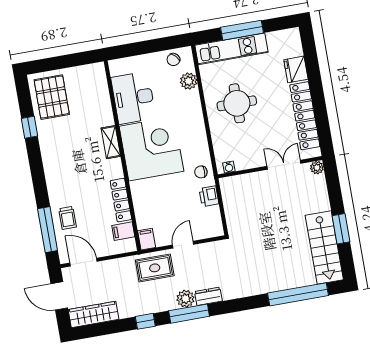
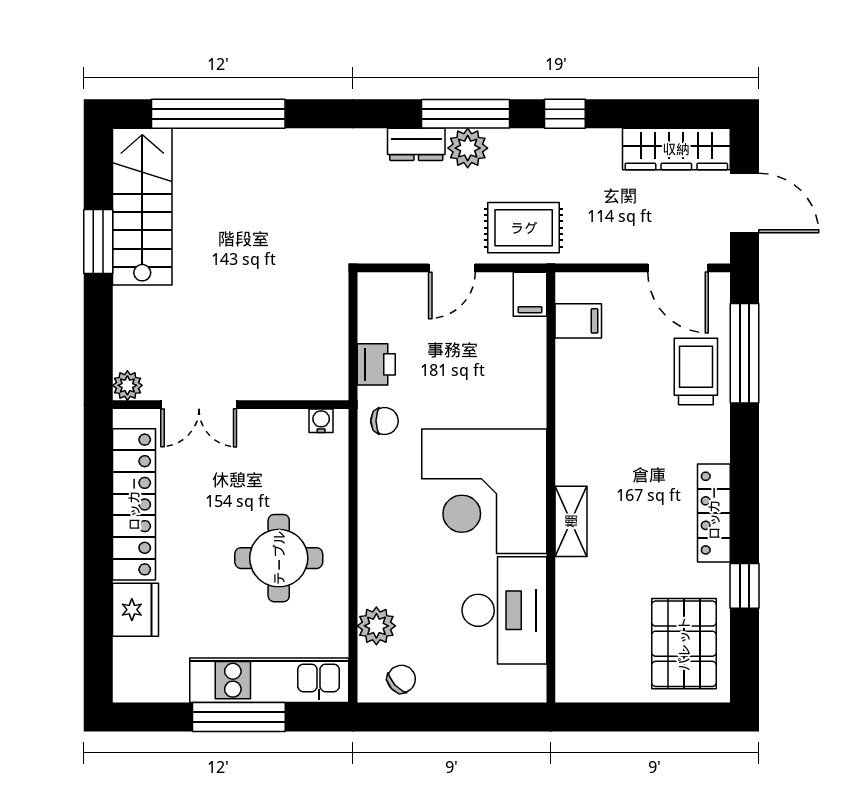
locker: (121, 200) -> (714, 513), moved, turned 180
trolley: (68, 218) -> (696, 371), width x1.36, depth x1.39

